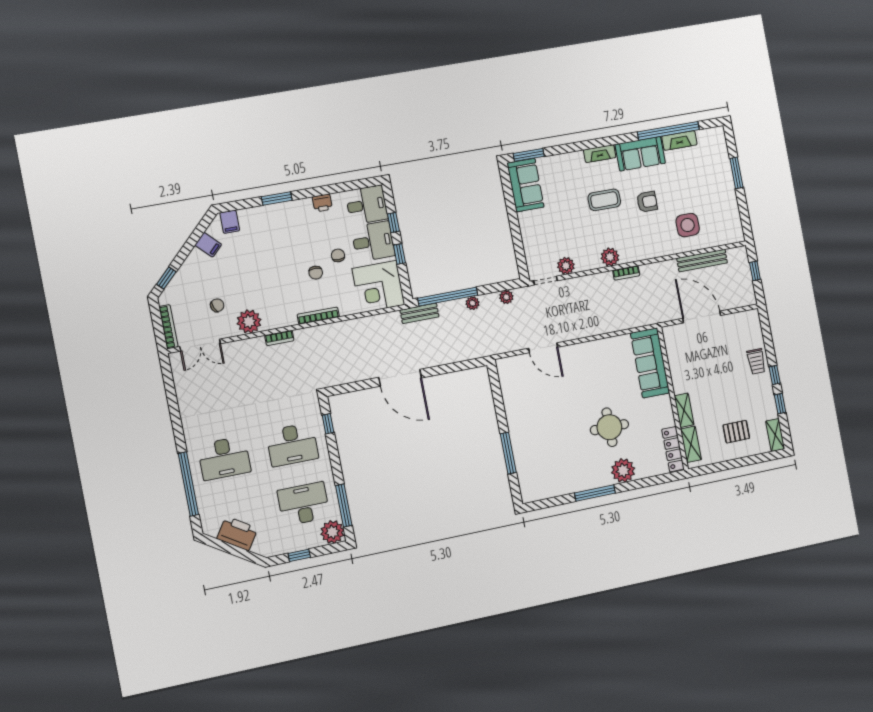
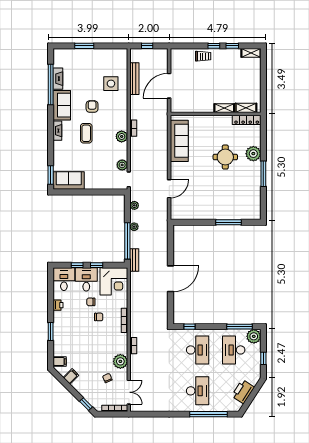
sofa: (650, 363) -> (179, 141), moved, turned -90
pallet: (736, 432) -> (244, 78), removed

